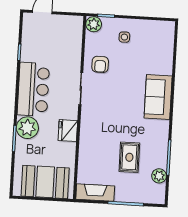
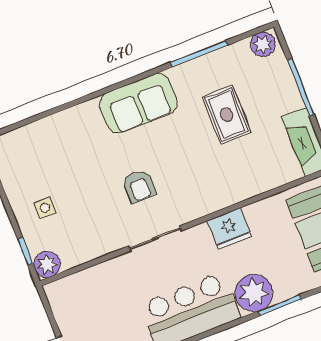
armchair: (100, 64) -> (139, 186), moved, turned 90
sofa: (158, 97) -> (138, 103), moved
rug: (129, 157) -> (227, 115), turned 90
plant: (159, 176) -> (263, 44), moved

